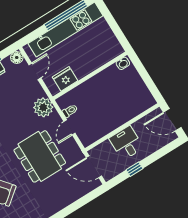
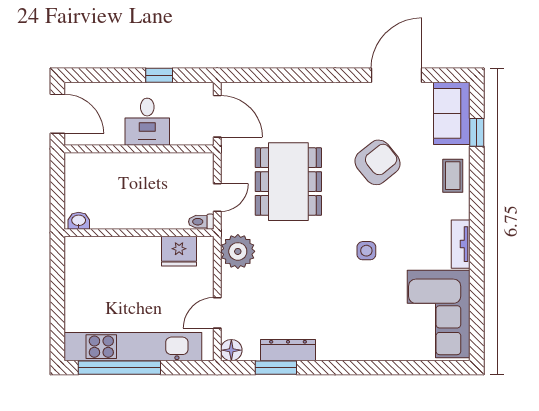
washbasin: (123, 63) -> (79, 221), moved
wall: (90, 76) -> (139, 233), moved
fridge: (65, 79) -> (179, 251), moved

